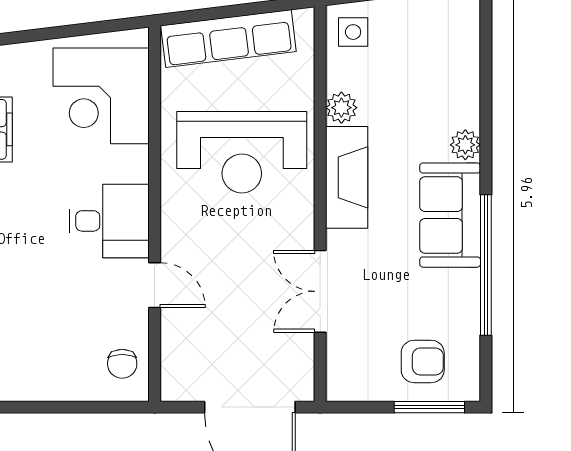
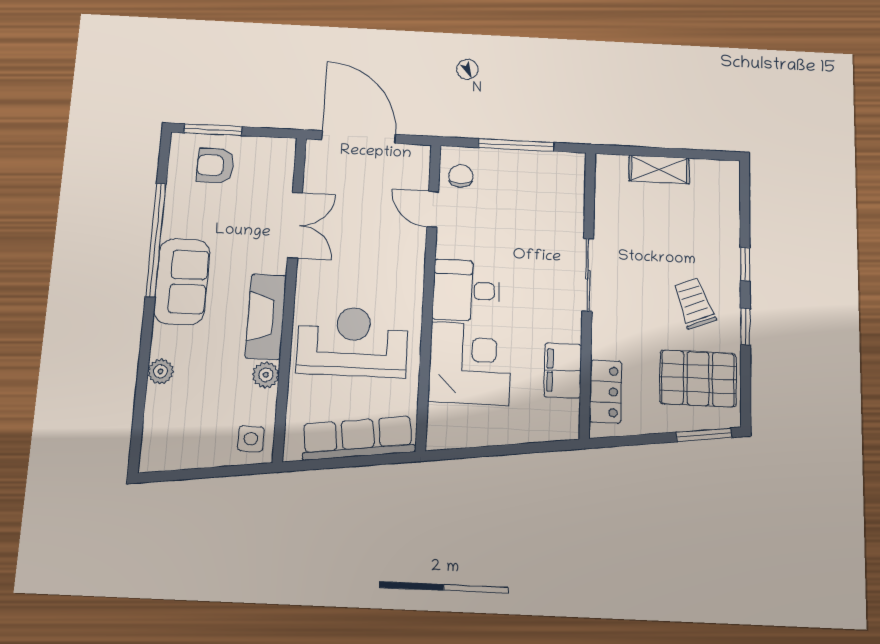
corner desk: (101, 96) -> (470, 363), moved
plant: (465, 145) -> (161, 371), moved
door: (155, 285) -> (433, 209), moved
window: (55, 407) -> (516, 145), added

